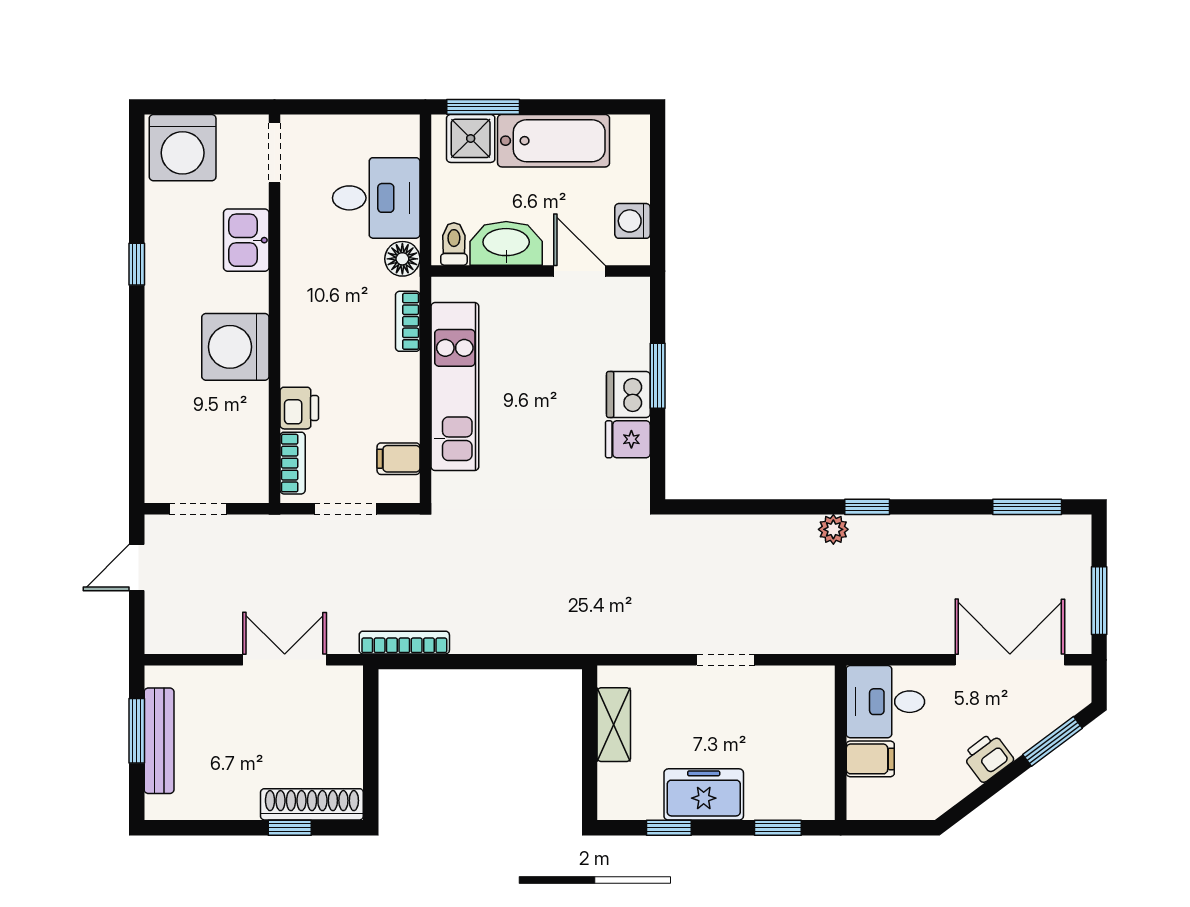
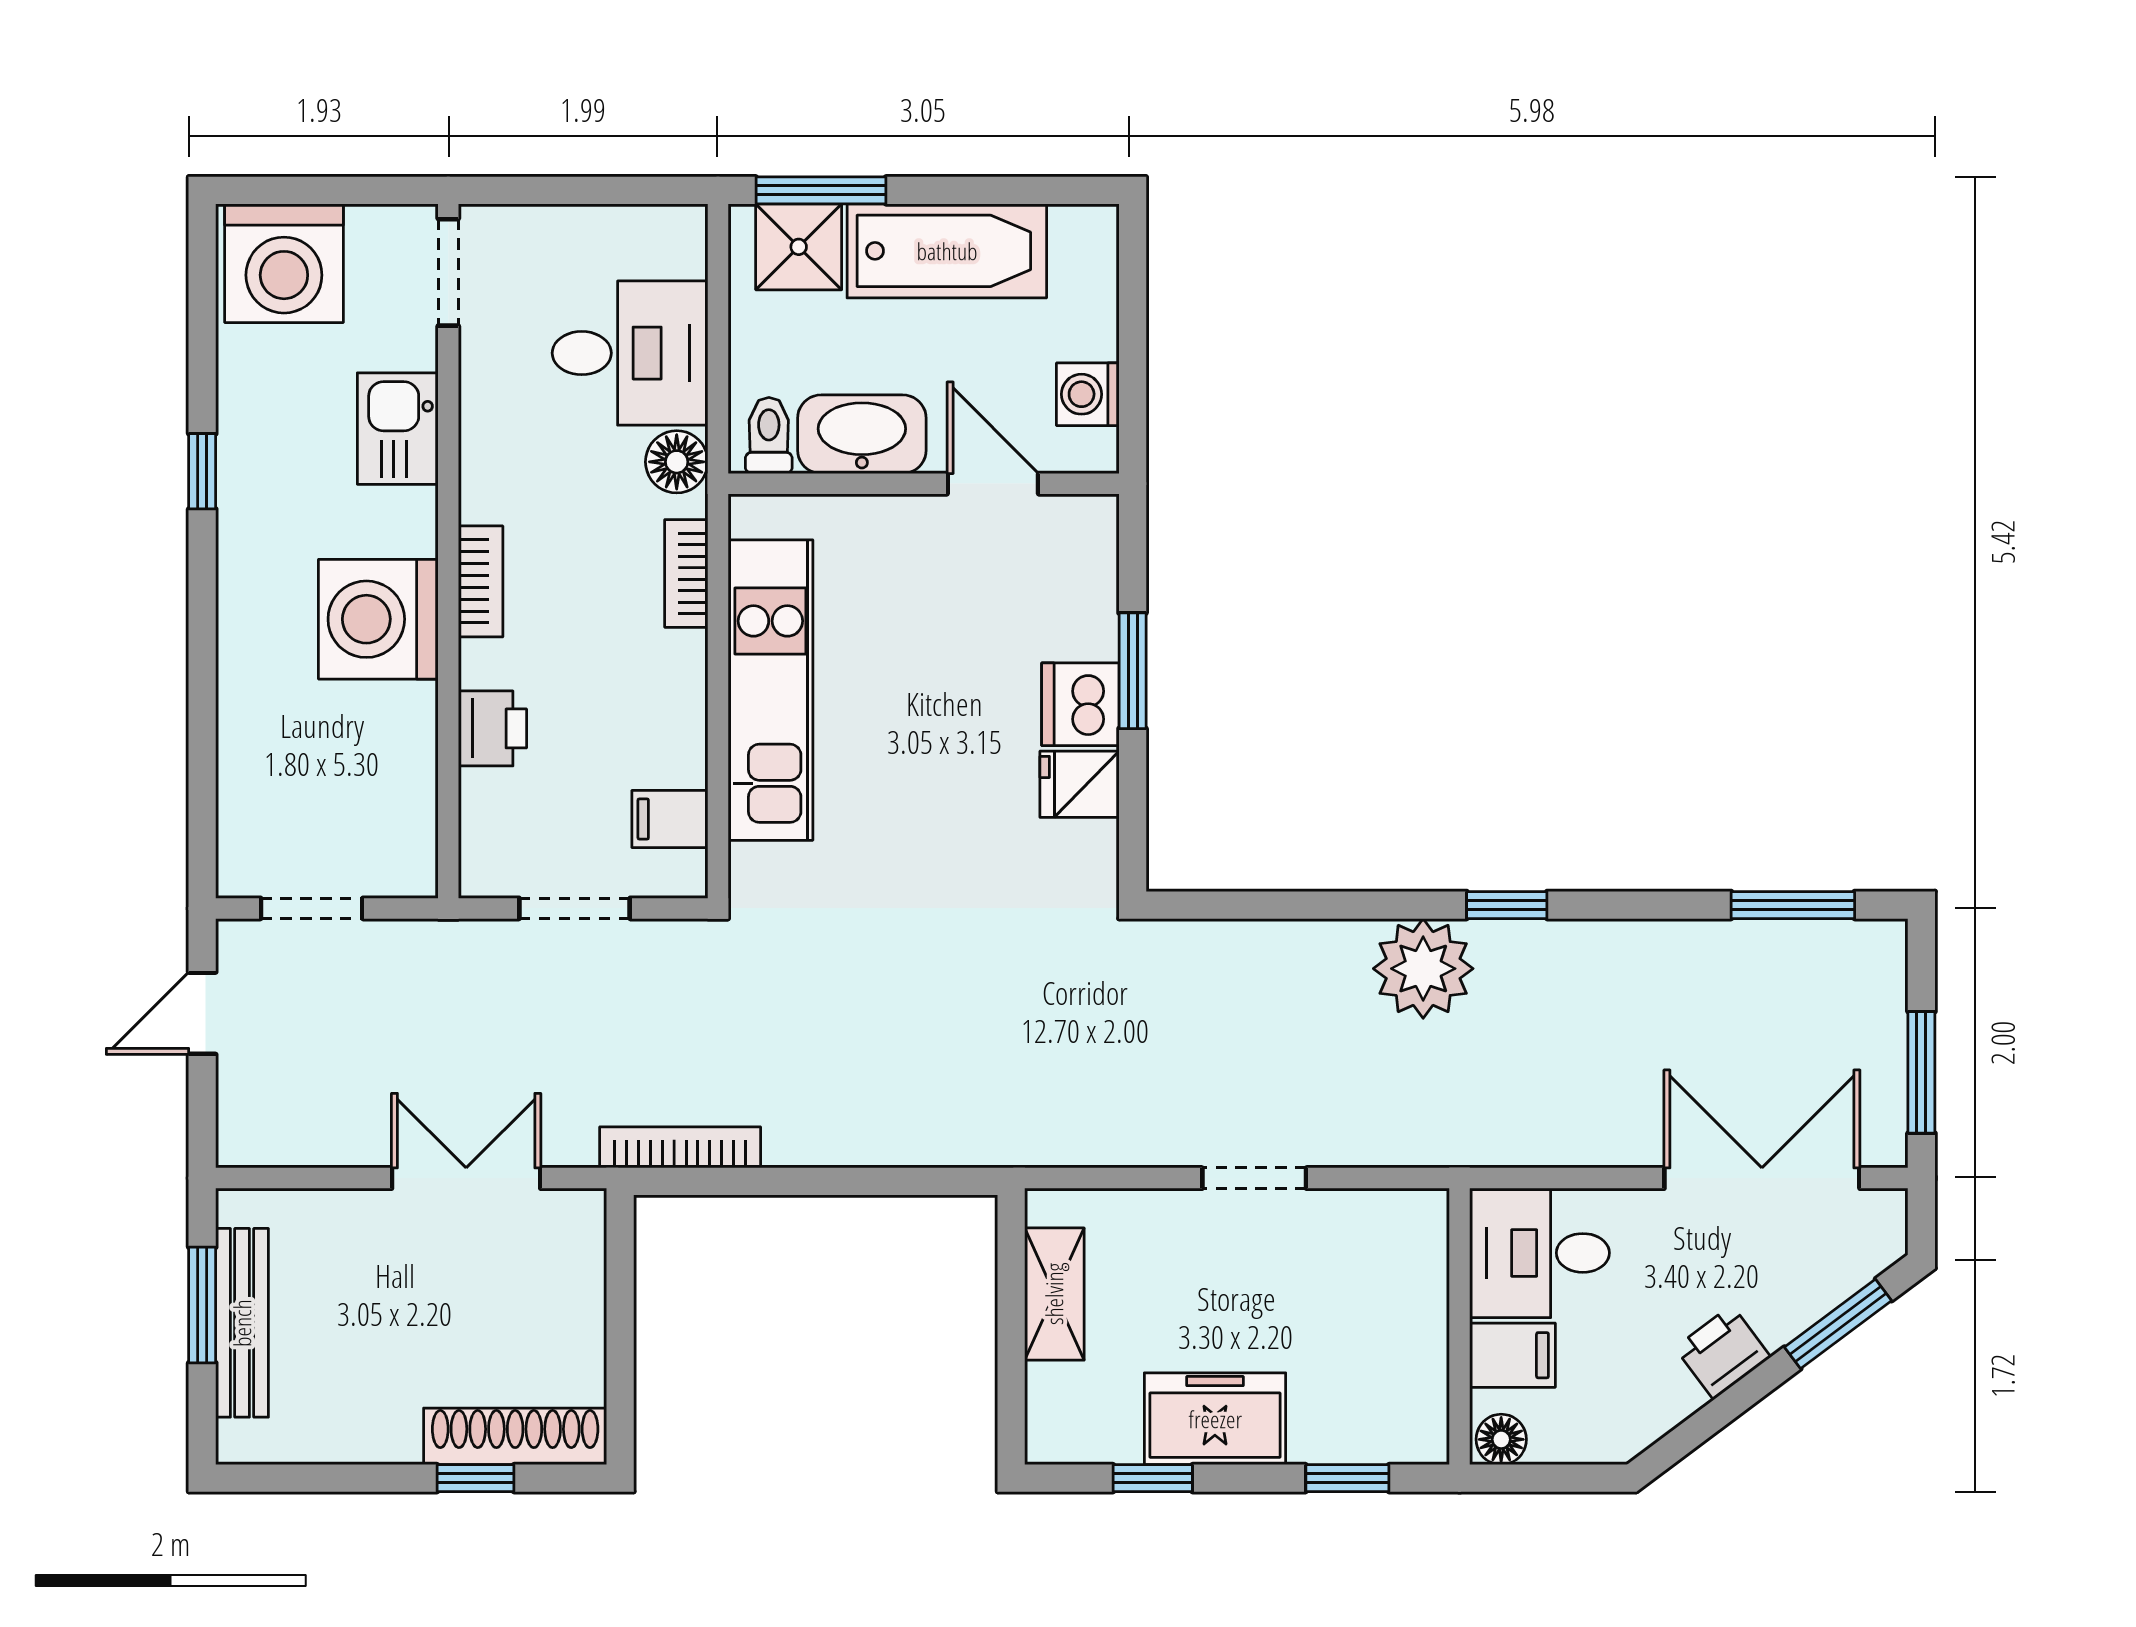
bookcase: (293, 463) -> (481, 581), moved
plant: (833, 529) -> (1423, 969), width x1.88, depth x1.88
floor lamp: (864, 806) -> (1501, 1439), added

